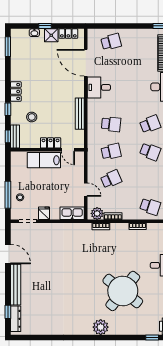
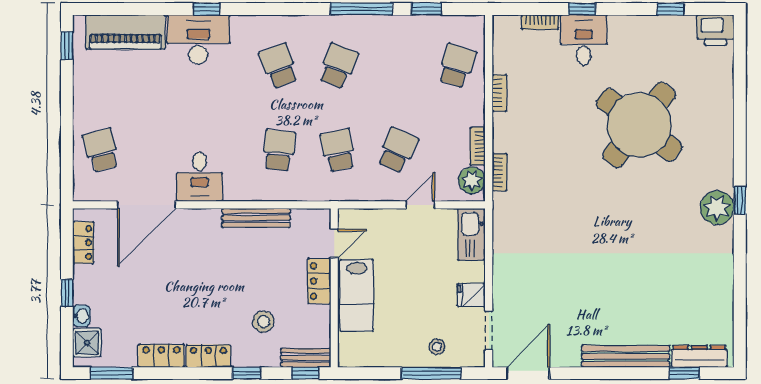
shower: (51, 35) -> (87, 343), moved
locker: (16, 70) -> (161, 356), added
school desk: (111, 179) -> (397, 150), turned 48
door: (8, 254) -> (528, 373), moved
plant: (101, 327) -> (717, 208), moved
window: (152, 338) -> (740, 200), moved

